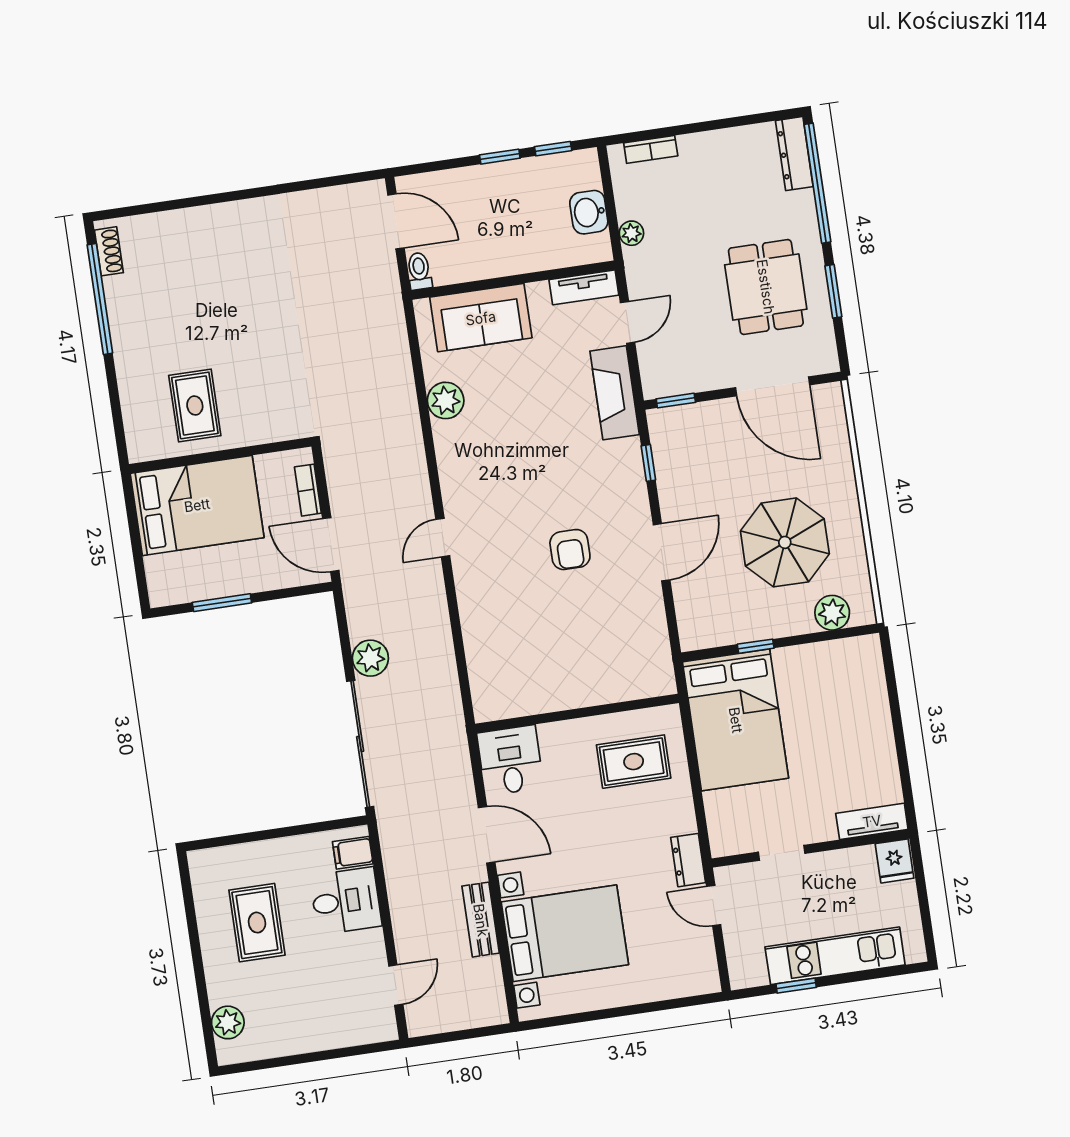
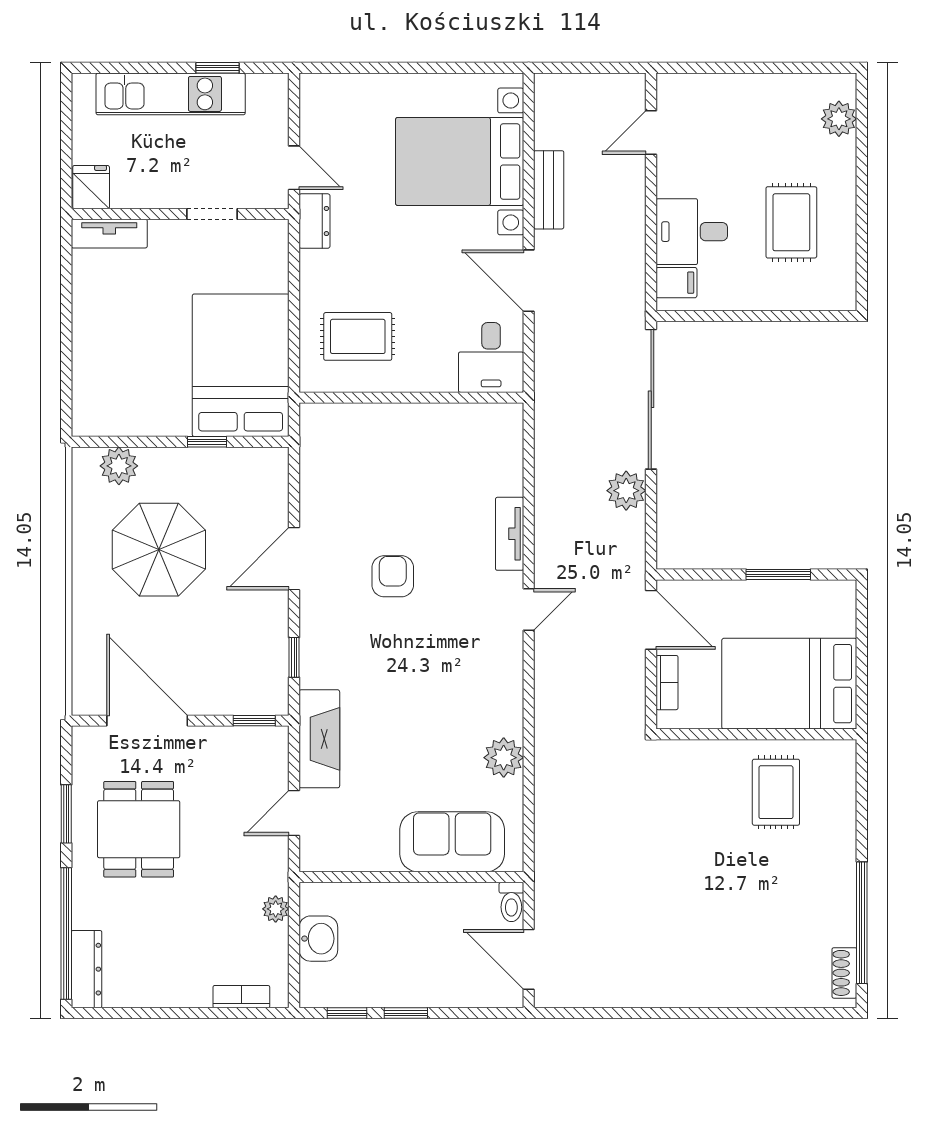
tv unit: (584, 287) -> (510, 534), moved, turned -90

